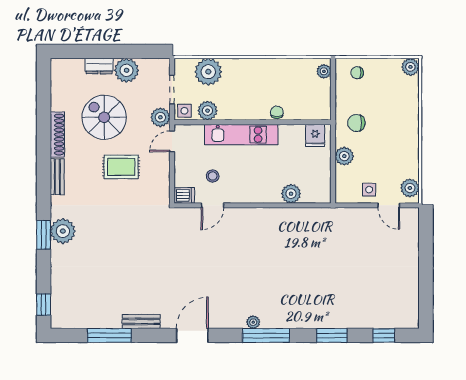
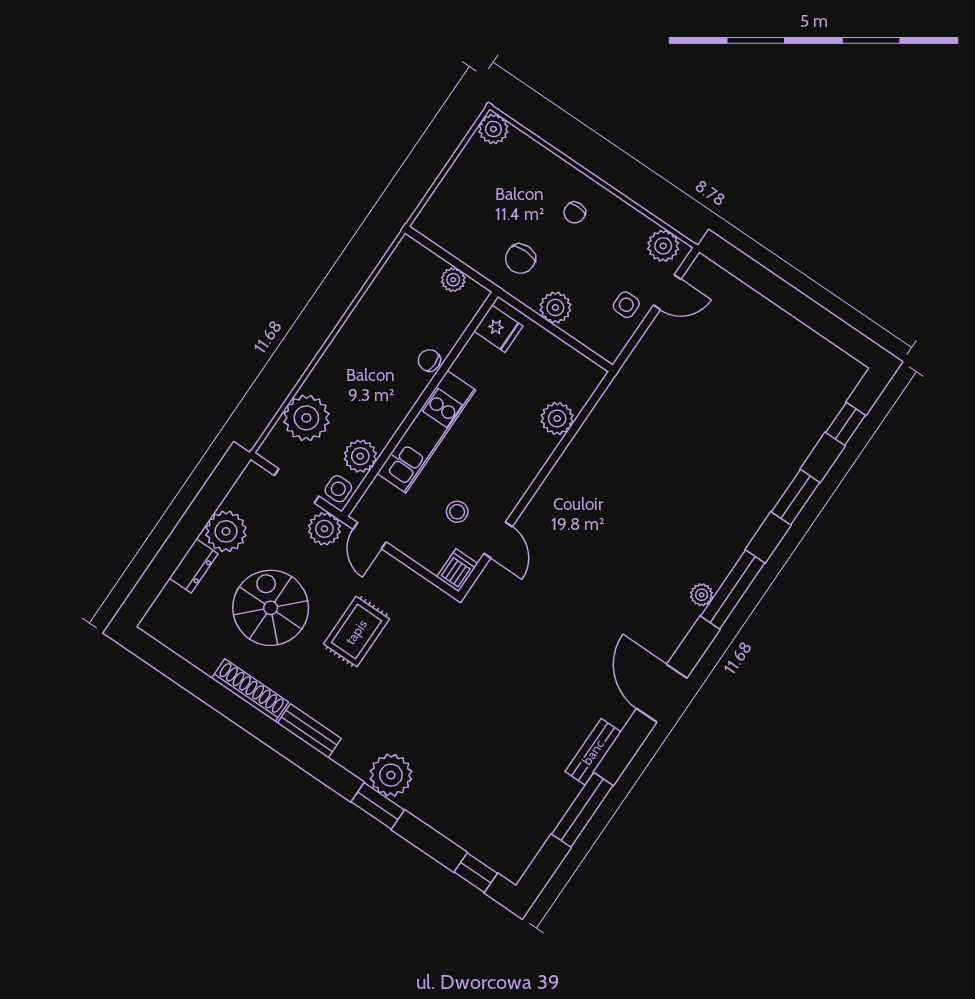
plant: (324, 71) -> (453, 280), moved
chair: (357, 73) -> (575, 213), moved
spiral stairs: (104, 117) -> (271, 608), turned 90

